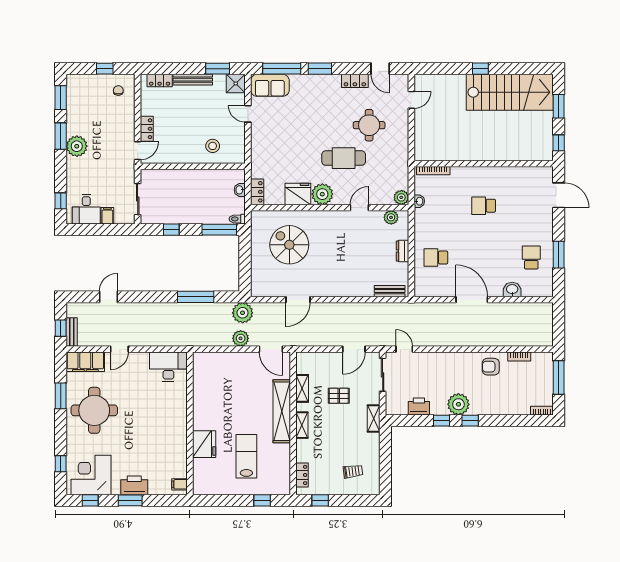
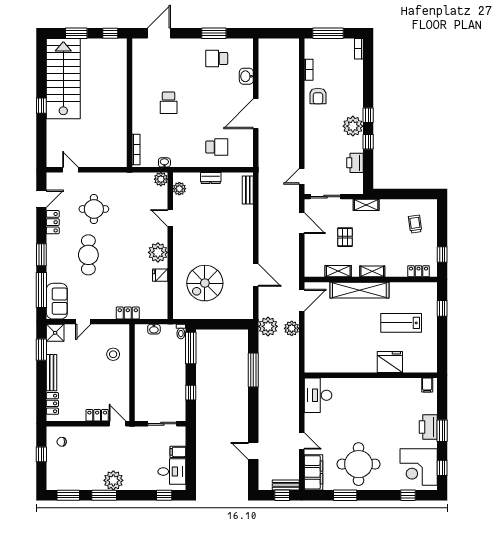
cafe table: (344, 158) -> (88, 255), moved
locker: (257, 192) -> (128, 313), moved
fridge: (298, 194) -> (160, 275), width x0.53, depth x0.75
school desk: (436, 257) -> (217, 147), turned -90

